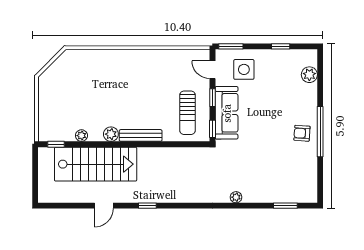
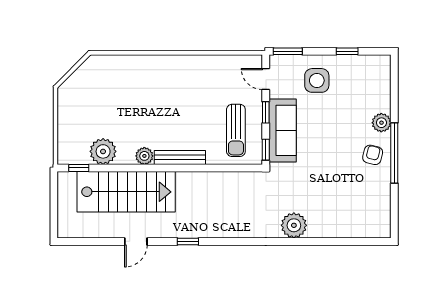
side table: (244, 69) -> (317, 80), moved
plant: (309, 75) -> (381, 123), moved
armchair: (302, 133) -> (373, 155), turned 100
plant: (81, 136) -> (103, 151), width x1.88, depth x1.88
plant: (236, 197) -> (294, 225), width x1.88, depth x1.88
window: (285, 206) -> (353, 241), removed

